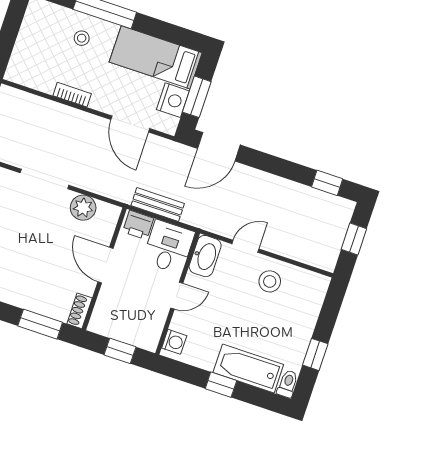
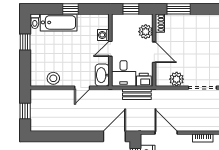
window: (327, 183) -> (50, 136), removed
stool: (270, 281) -> (53, 78), moved
plant: (108, 304) -> (146, 32), added
washing machine: (174, 342) -> (103, 35), moved

